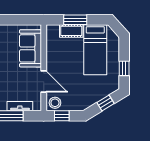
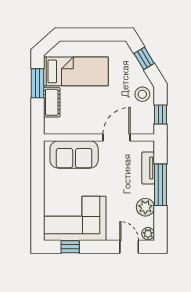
window: (75, 20) -> (37, 83), moved
window: (124, 68) -> (100, 34), removed
stool: (55, 103) -> (142, 94), moved

